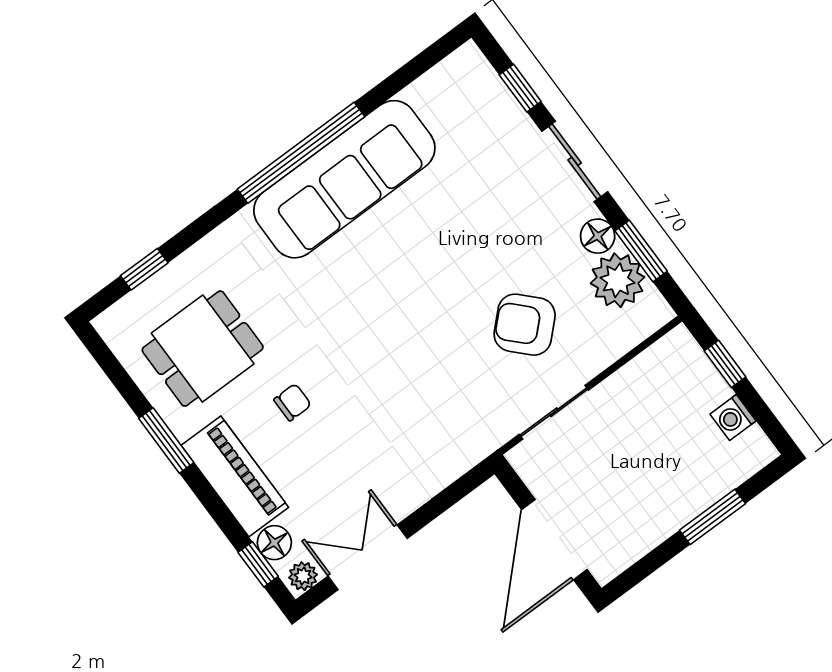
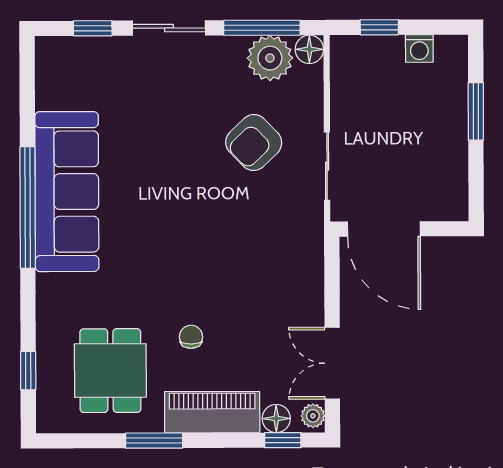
floor lamp: (598, 236) -> (309, 49), moved
window: (641, 251) -> (262, 28), width x1.44
door: (554, 540) -> (384, 229), moved

